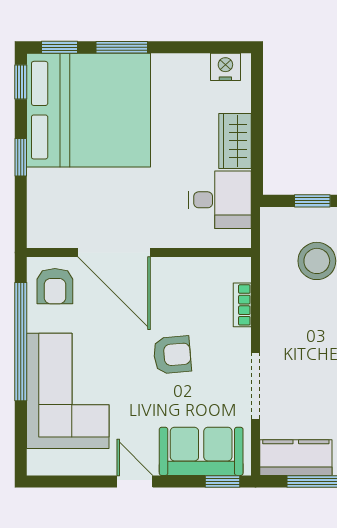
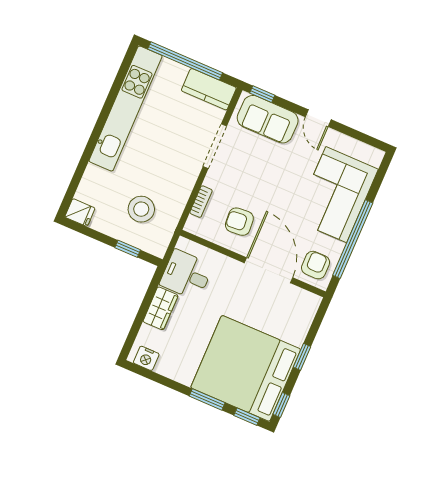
armchair: (172, 355) -> (239, 222), moved

